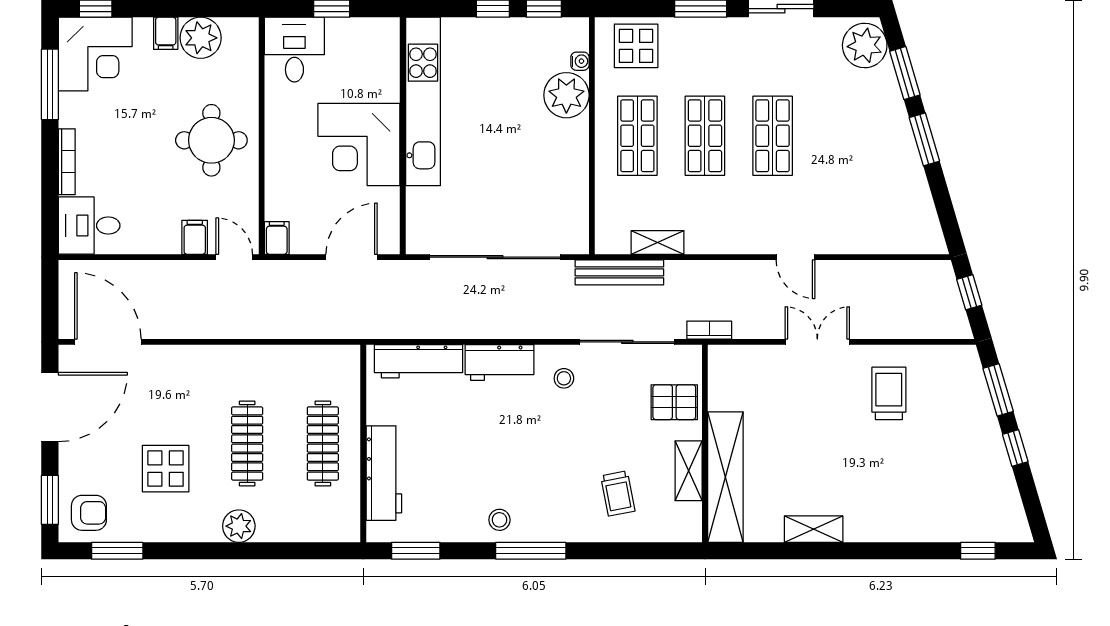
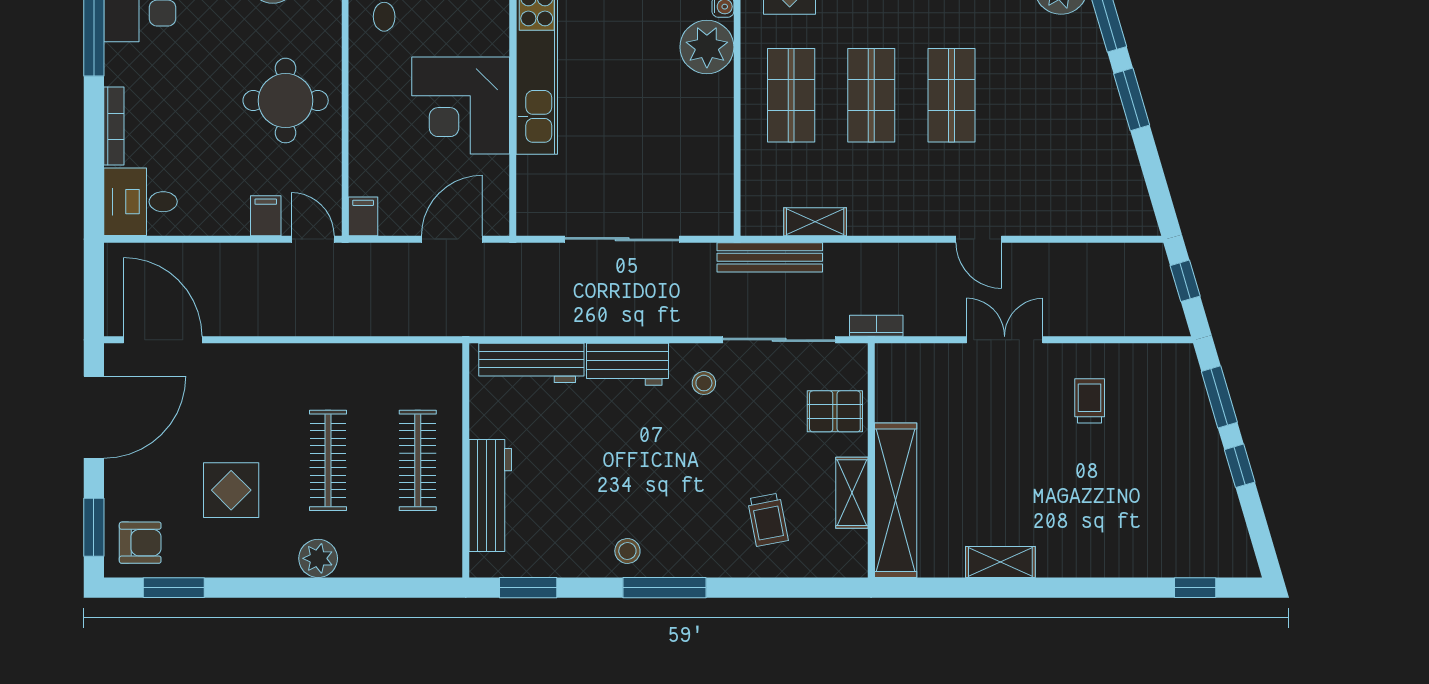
sliding door: (495, 257) -> (622, 239), width x0.73
trolley: (889, 393) -> (1090, 401), width x0.73, depth x0.72

